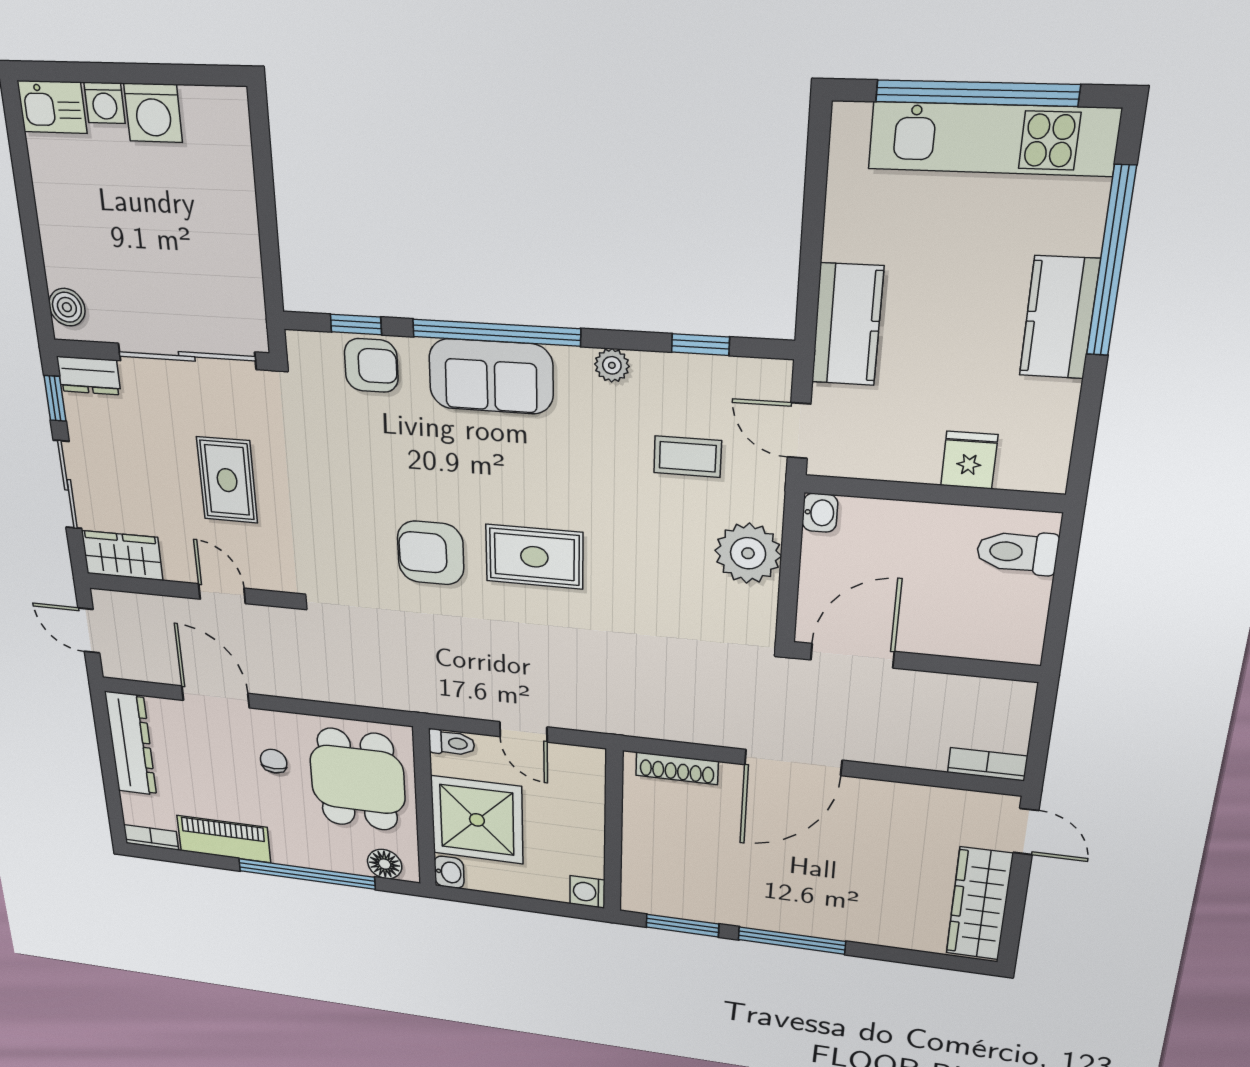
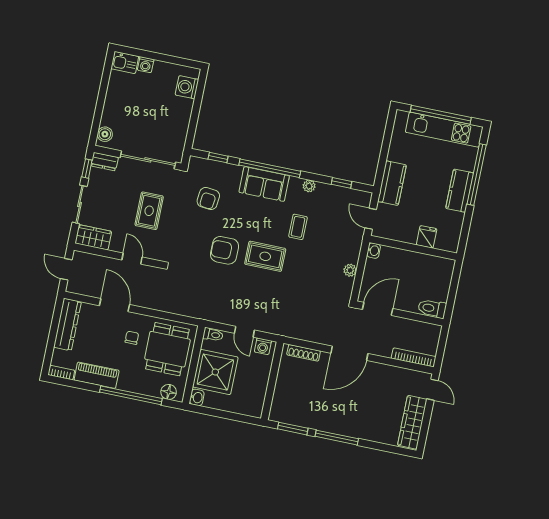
washing machine: (153, 113) -> (187, 87), moved, turned 90
armchair: (371, 365) -> (208, 199), moved, turned 96
coffee table: (688, 457) -> (298, 227), moved, turned 90
toilet: (1017, 552) -> (432, 308), moved
plant: (748, 553) -> (350, 270), width x0.53, depth x0.53
bookcase: (987, 764) -> (414, 357), width x1.56
washing machine: (587, 892) -> (263, 346), moved, turned -90

